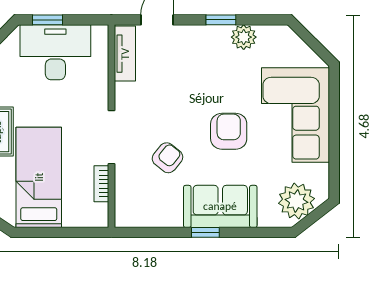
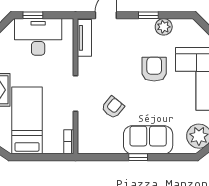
armchair: (229, 131) -> (154, 69), moved
bookcase: (101, 184) -> (69, 142), moved

